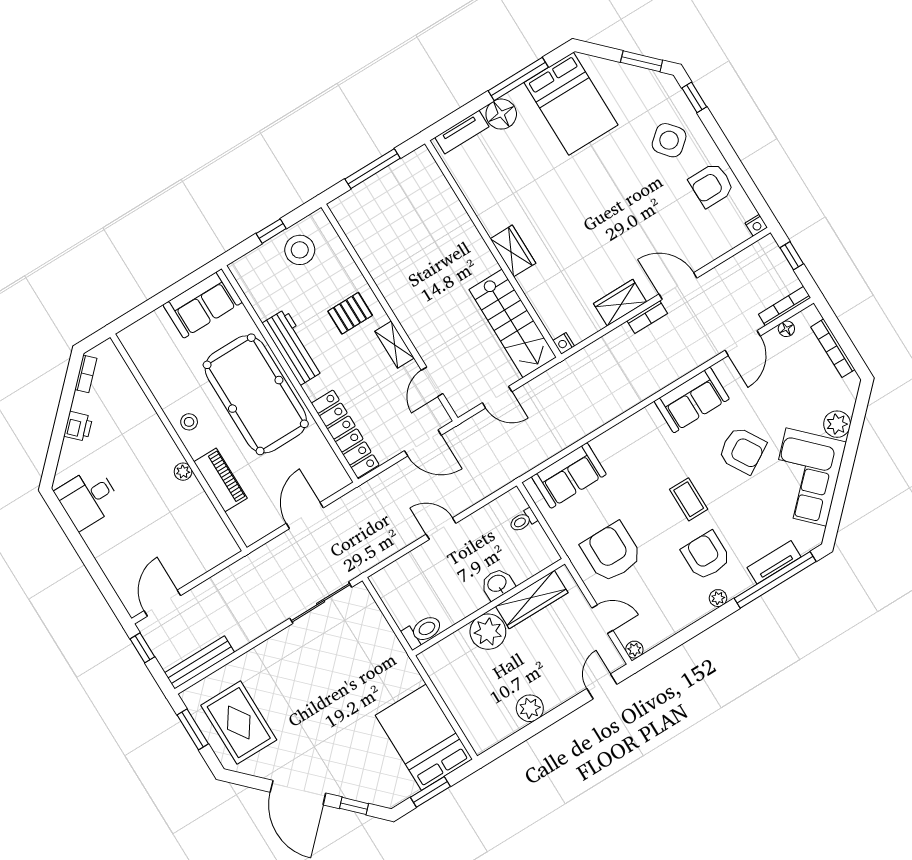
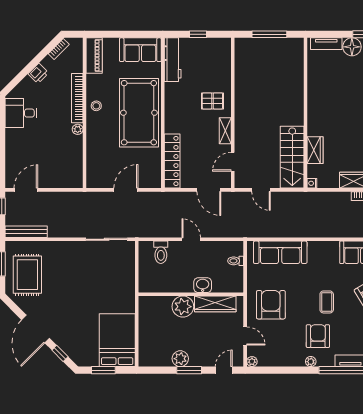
stool: (300, 250) -> (207, 53), removed
wardrobe: (513, 251) -> (315, 150), moved
workbench: (293, 347) -> (173, 60), moved
bookcase: (155, 428) -> (77, 98), added
sofa: (569, 475) -> (280, 252), width x1.36
piano: (220, 480) -> (94, 56), moved
toilet: (422, 631) -> (161, 252), moved, turned 90
window: (552, 717) -> (189, 370), added

